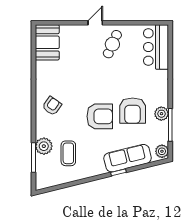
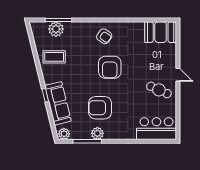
armchair: (100, 116) -> (110, 67), moved
plant: (44, 146) -> (56, 29), moved
coffee table: (68, 153) -> (54, 57), moved

